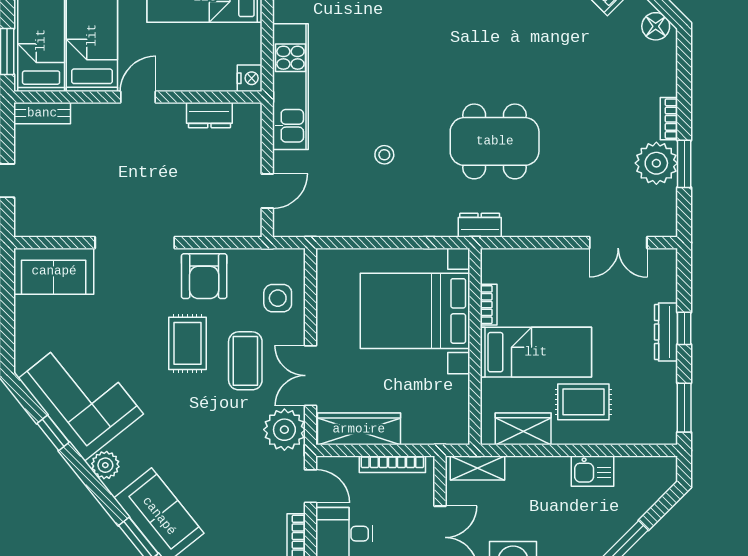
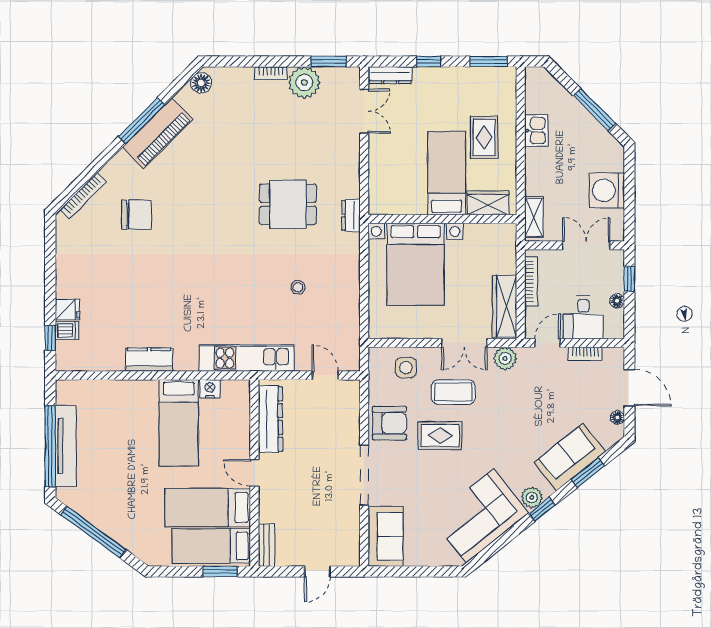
nightstand: (250, 78) -> (210, 389), moved
dresser: (209, 115) -> (270, 419), width x1.96, depth x1.24
dining table: (495, 141) -> (288, 204), width x0.73
window: (684, 164) -> (329, 61), moved
bookcase: (489, 305) -> (411, 209), removed
dresser: (666, 332) -> (390, 75), moved
wardrobe: (523, 429) -> (488, 203), moved, turned 90
plant: (284, 430) -> (505, 358), width x0.73, depth x0.73
window: (53, 433) -> (542, 509), moved

